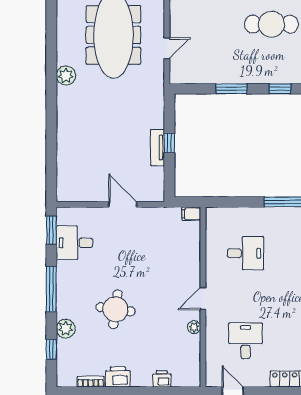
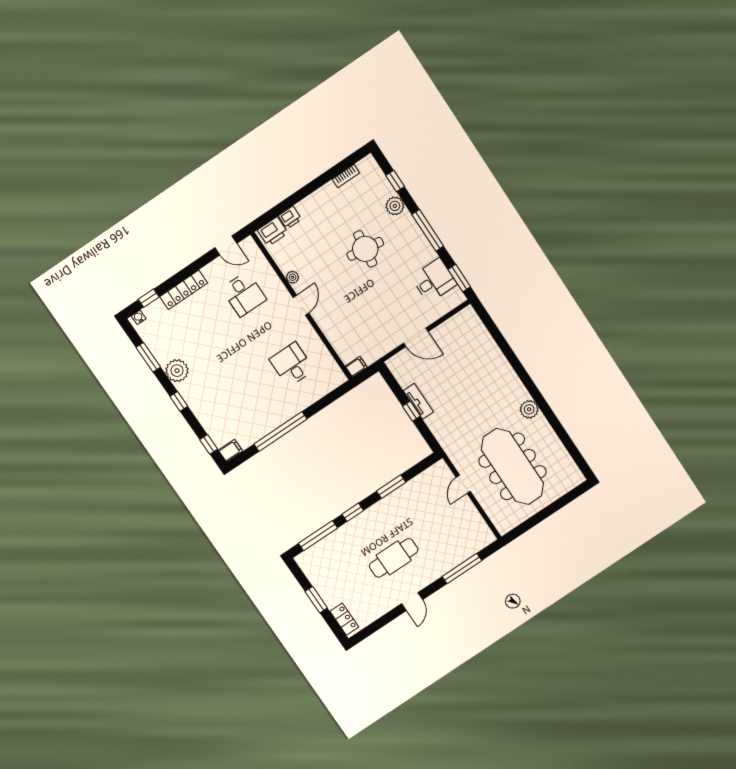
desk: (246, 253) -> (292, 364), turned 90
printer: (118, 377) -> (273, 232), moved

